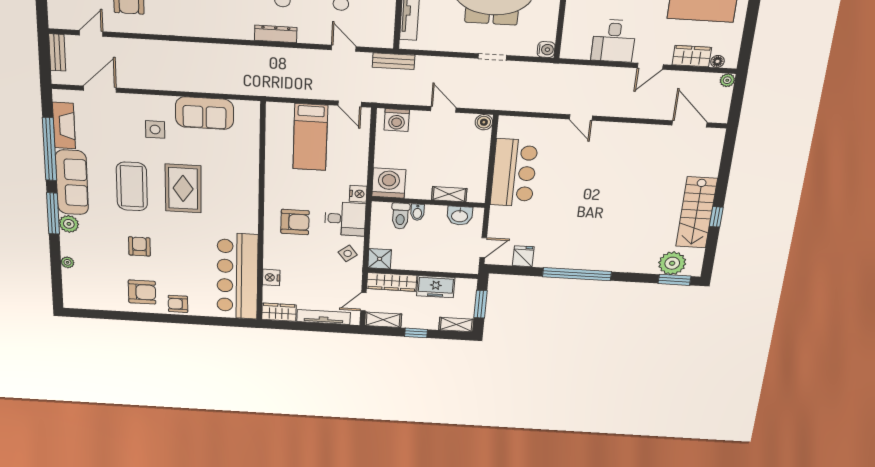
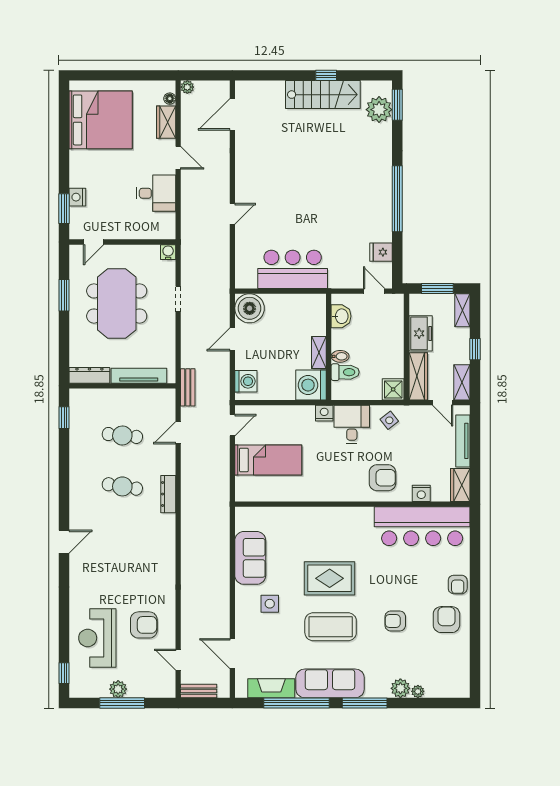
boiler: (484, 122) -> (250, 308), width x1.86, depth x1.86
shelving: (449, 194) -> (319, 352), moved
armchair: (295, 222) -> (382, 478), moved, turned 90
plant: (69, 224) -> (400, 688), moved

